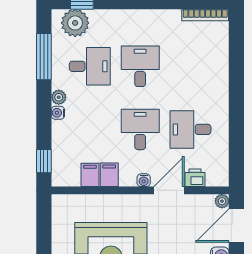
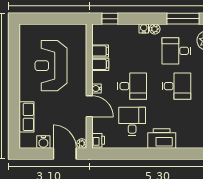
desk: (90, 66) -> (176, 51), turned 90
printer: (215, 87) -> (162, 138), added
printer: (195, 178) -> (98, 140), moved

